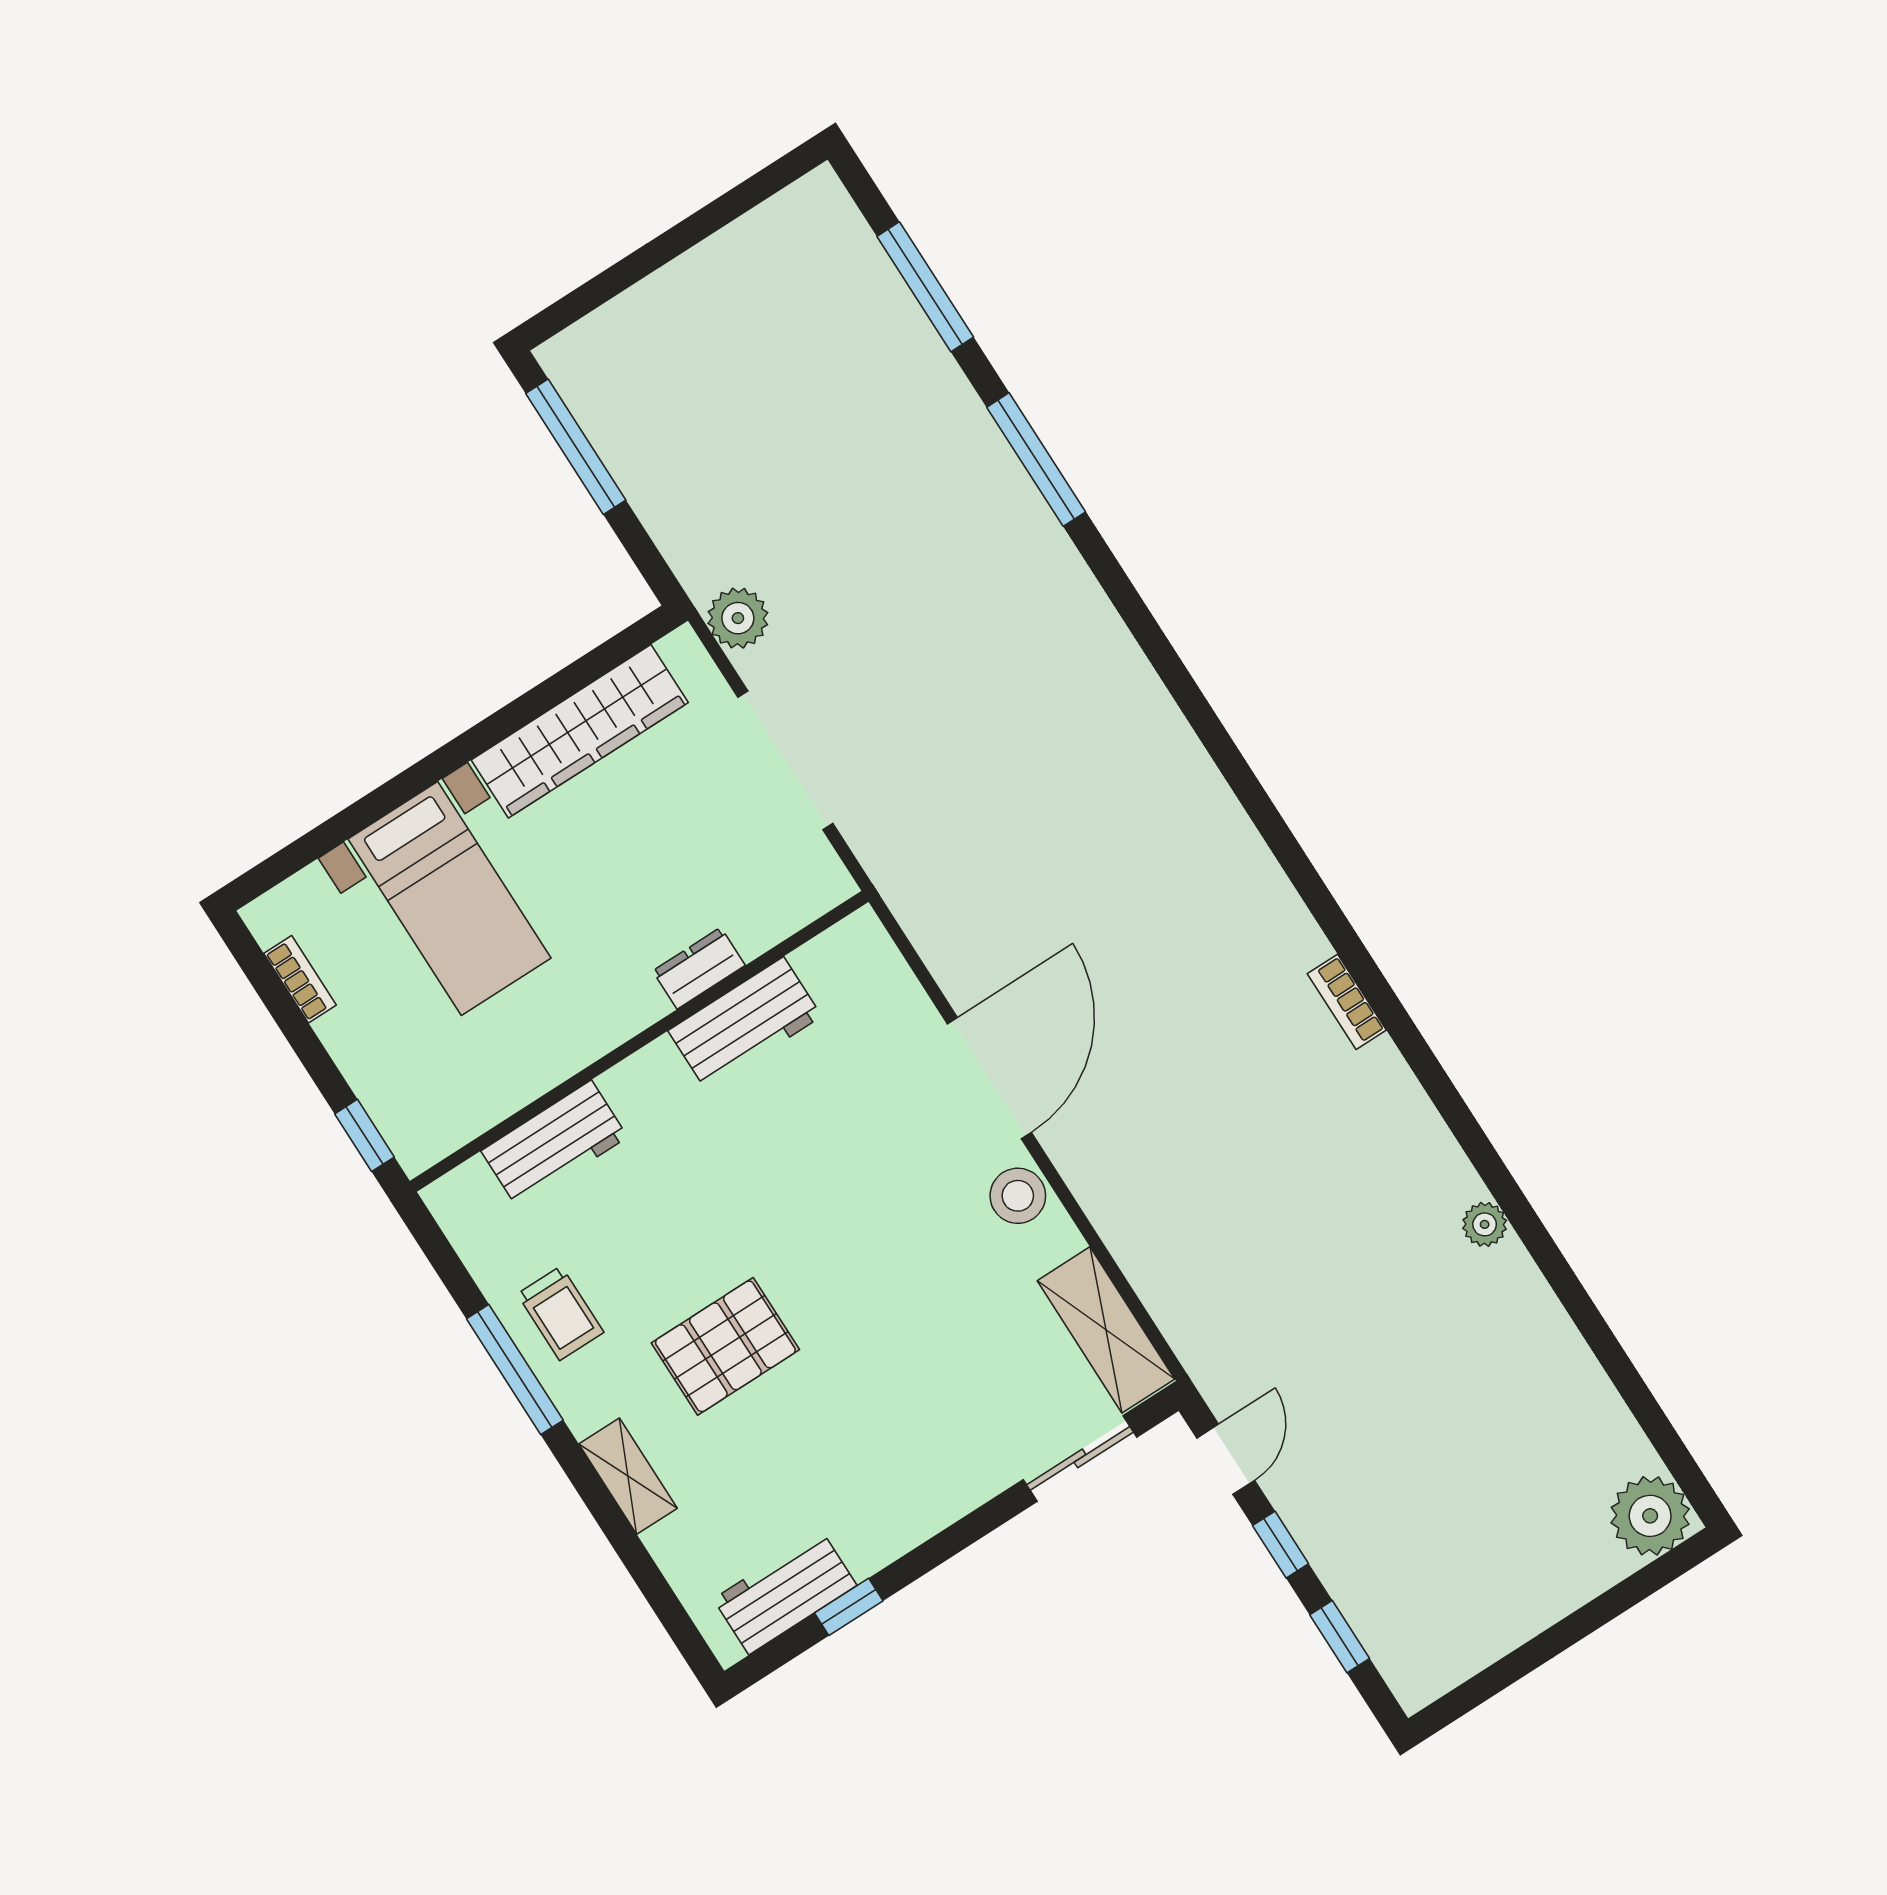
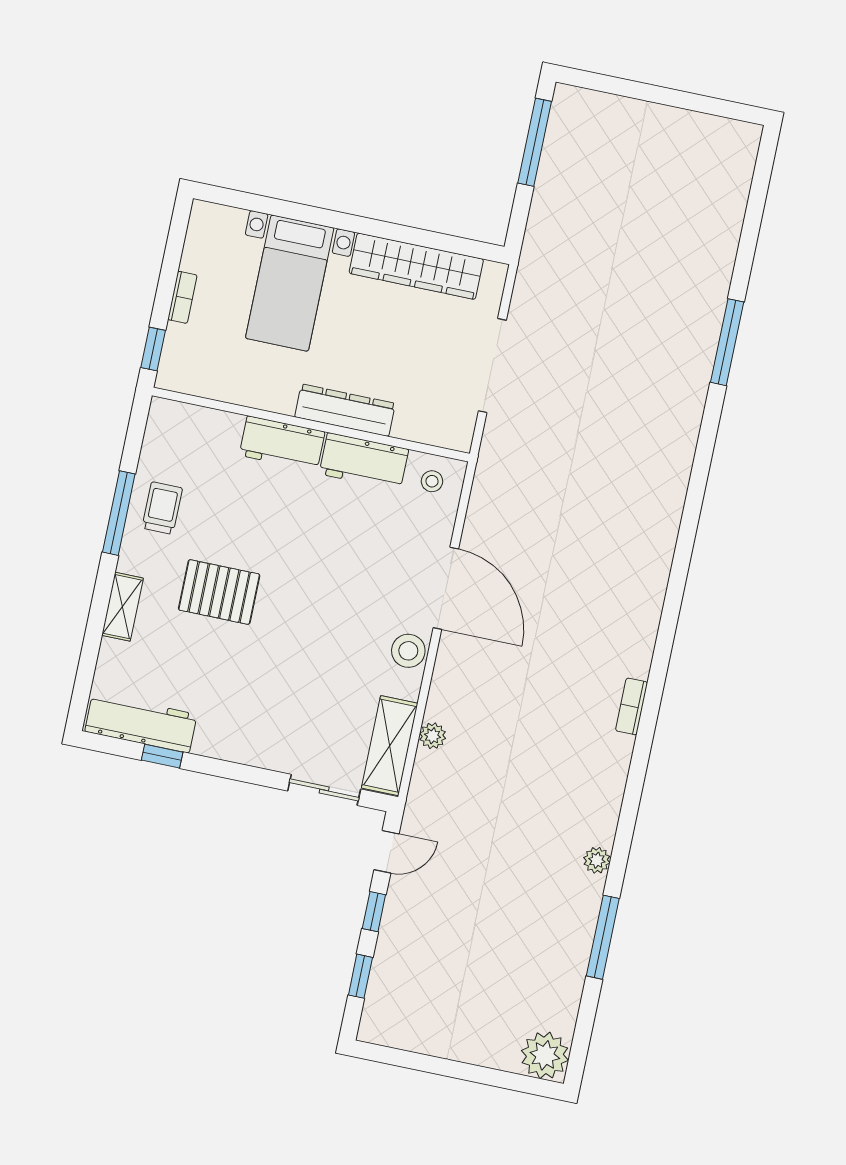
window: (925, 287) -> (603, 937), moved
plant: (738, 618) -> (433, 736), moved, width x0.73, depth x0.73
stool: (848, 967) -> (432, 481), added
dresser: (699, 968) -> (345, 410), width x1.96, depth x1.24
bookcase: (300, 979) -> (182, 297), moved
door: (989, 1078) -> (446, 588), hinge flipped
workbench: (554, 1144) -> (282, 443), moved
trolley: (560, 1313) -> (162, 508), turned 180
workbench: (785, 1592) -> (141, 723), width x1.37

